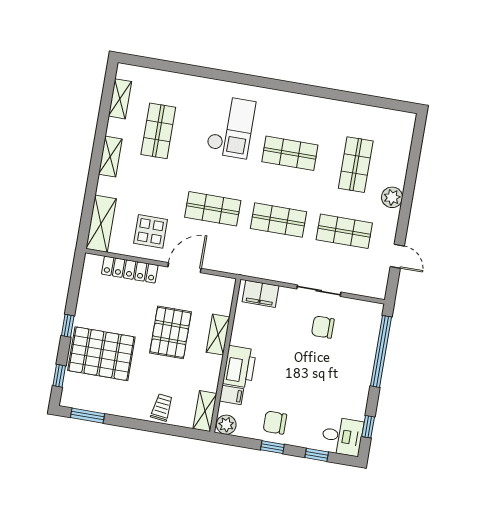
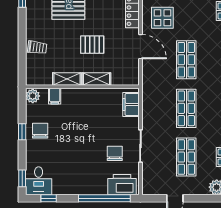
pallet: (171, 332) -> (92, 45), width x0.67, depth x0.71
printer: (239, 367) -> (122, 185), moved, turned 180
shelving: (205, 411) -> (67, 79), moved
window: (317, 455) -> (22, 178), moved

